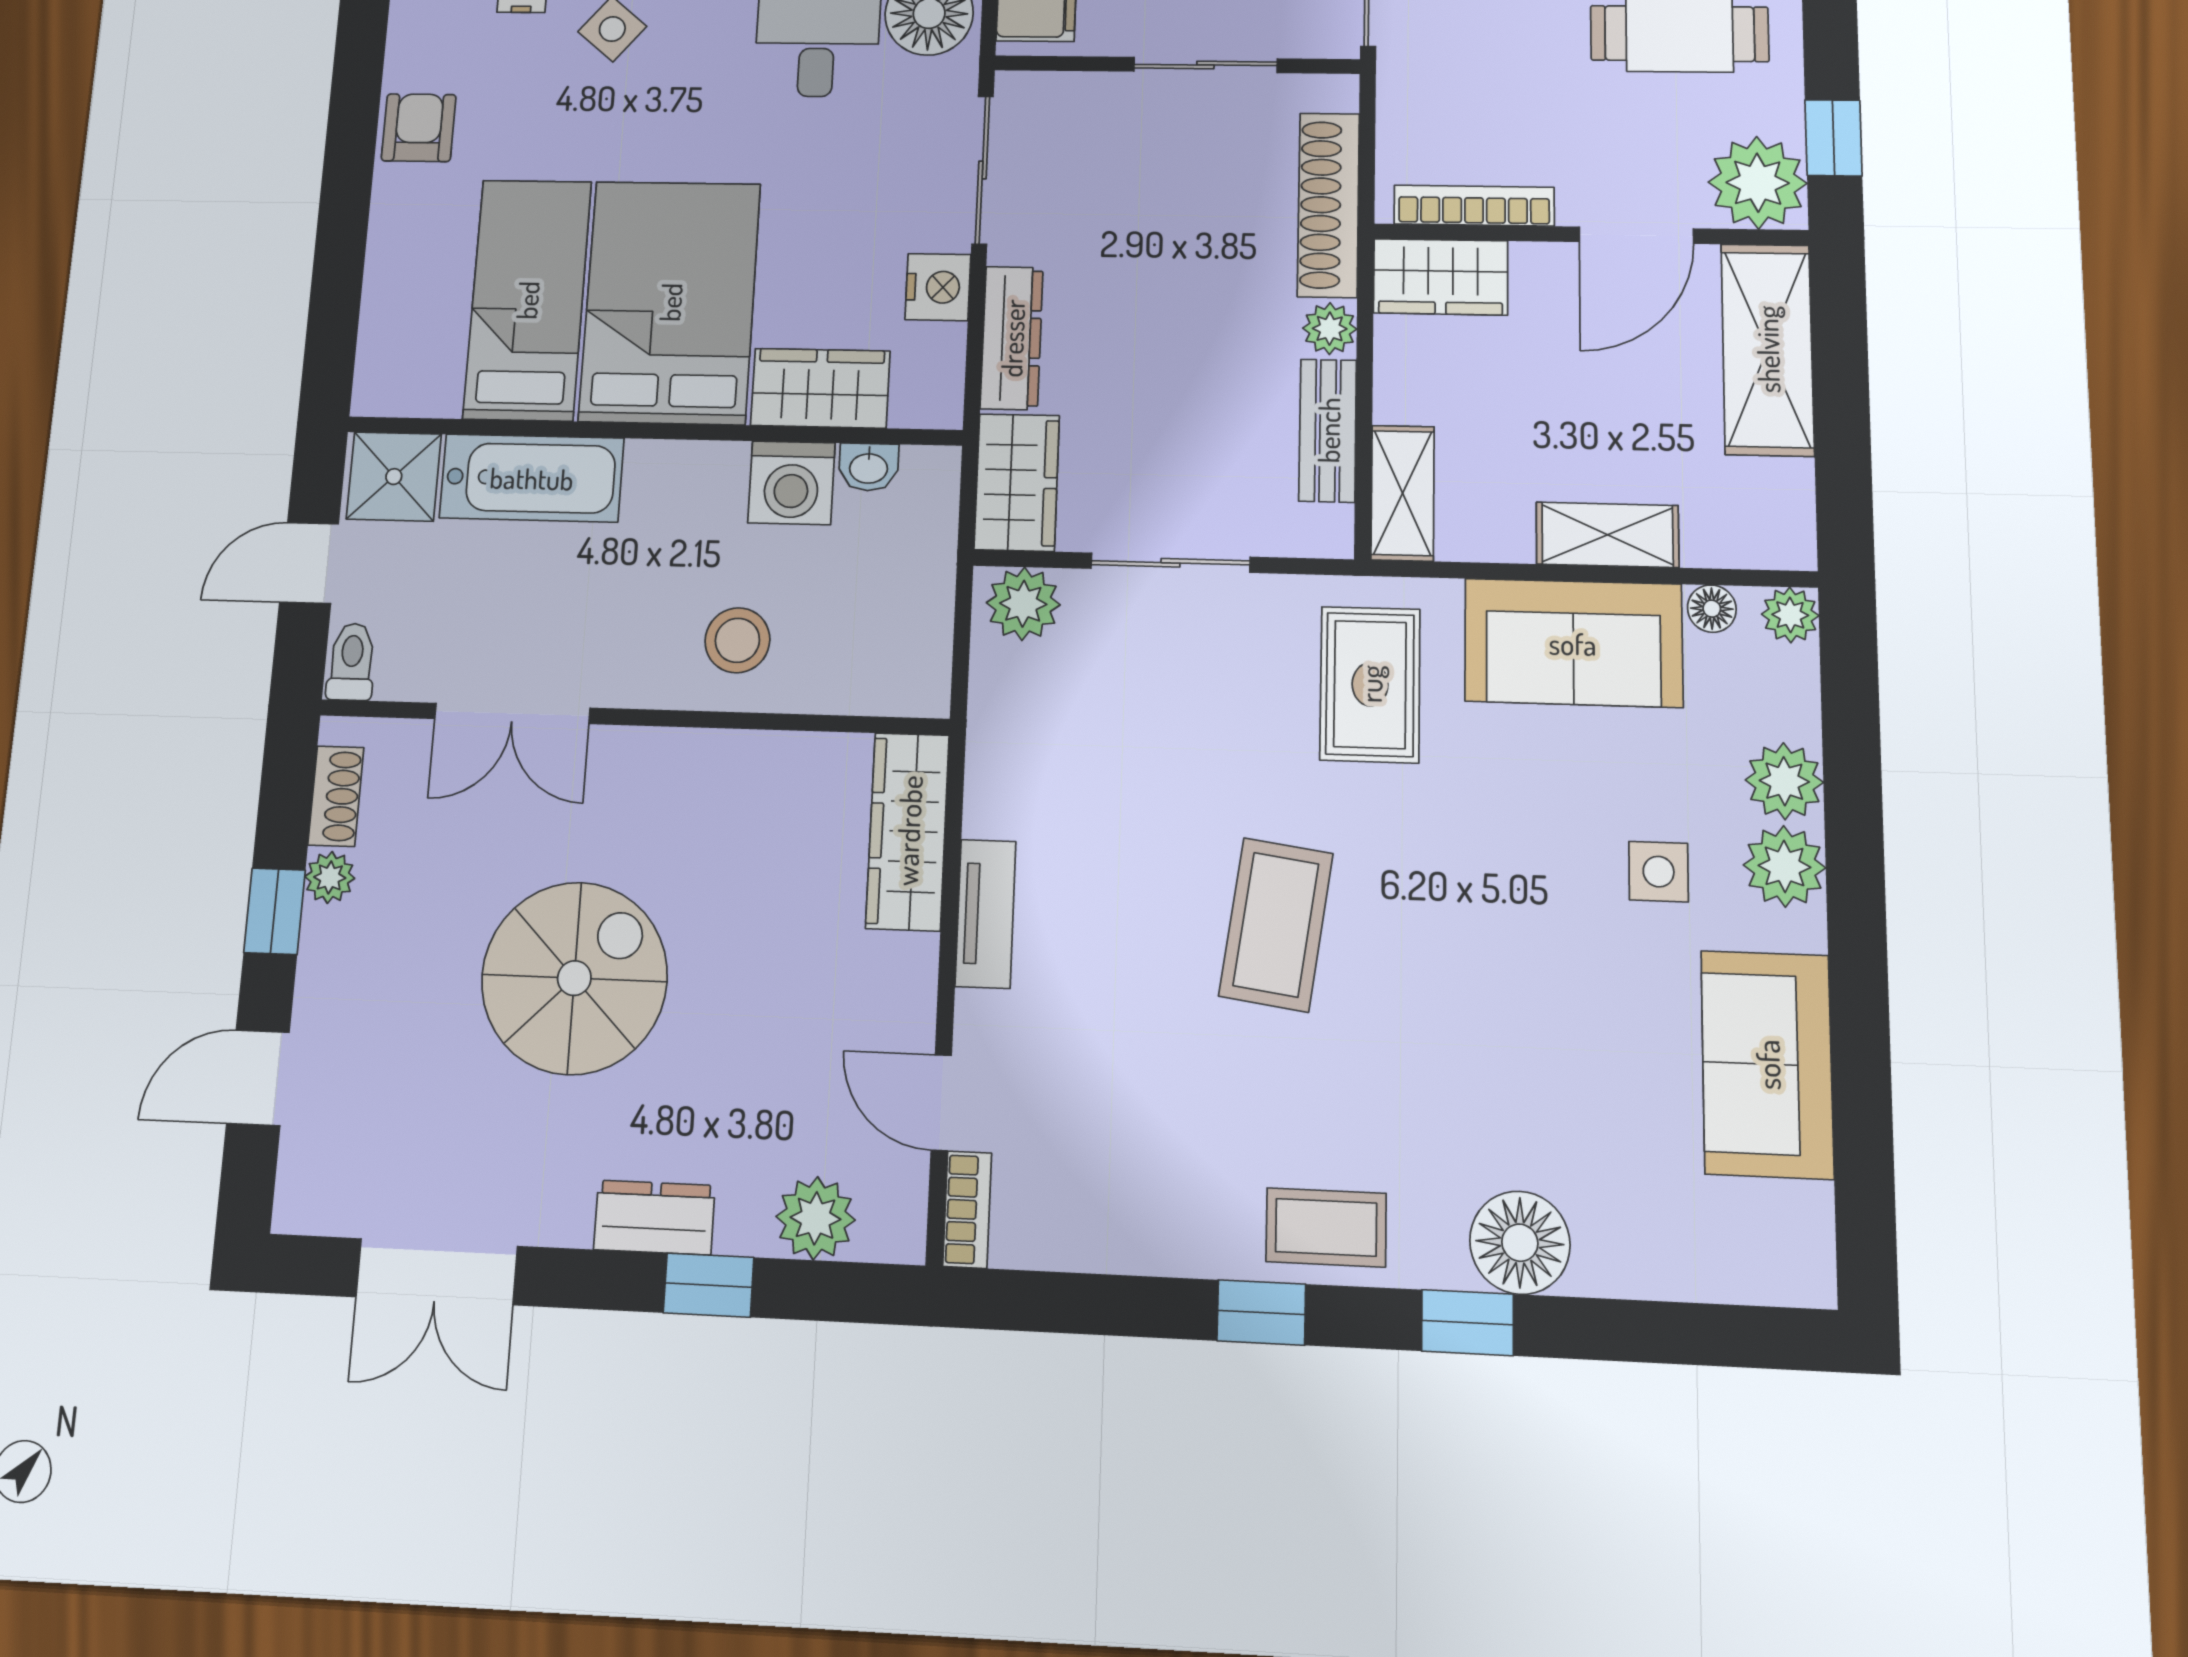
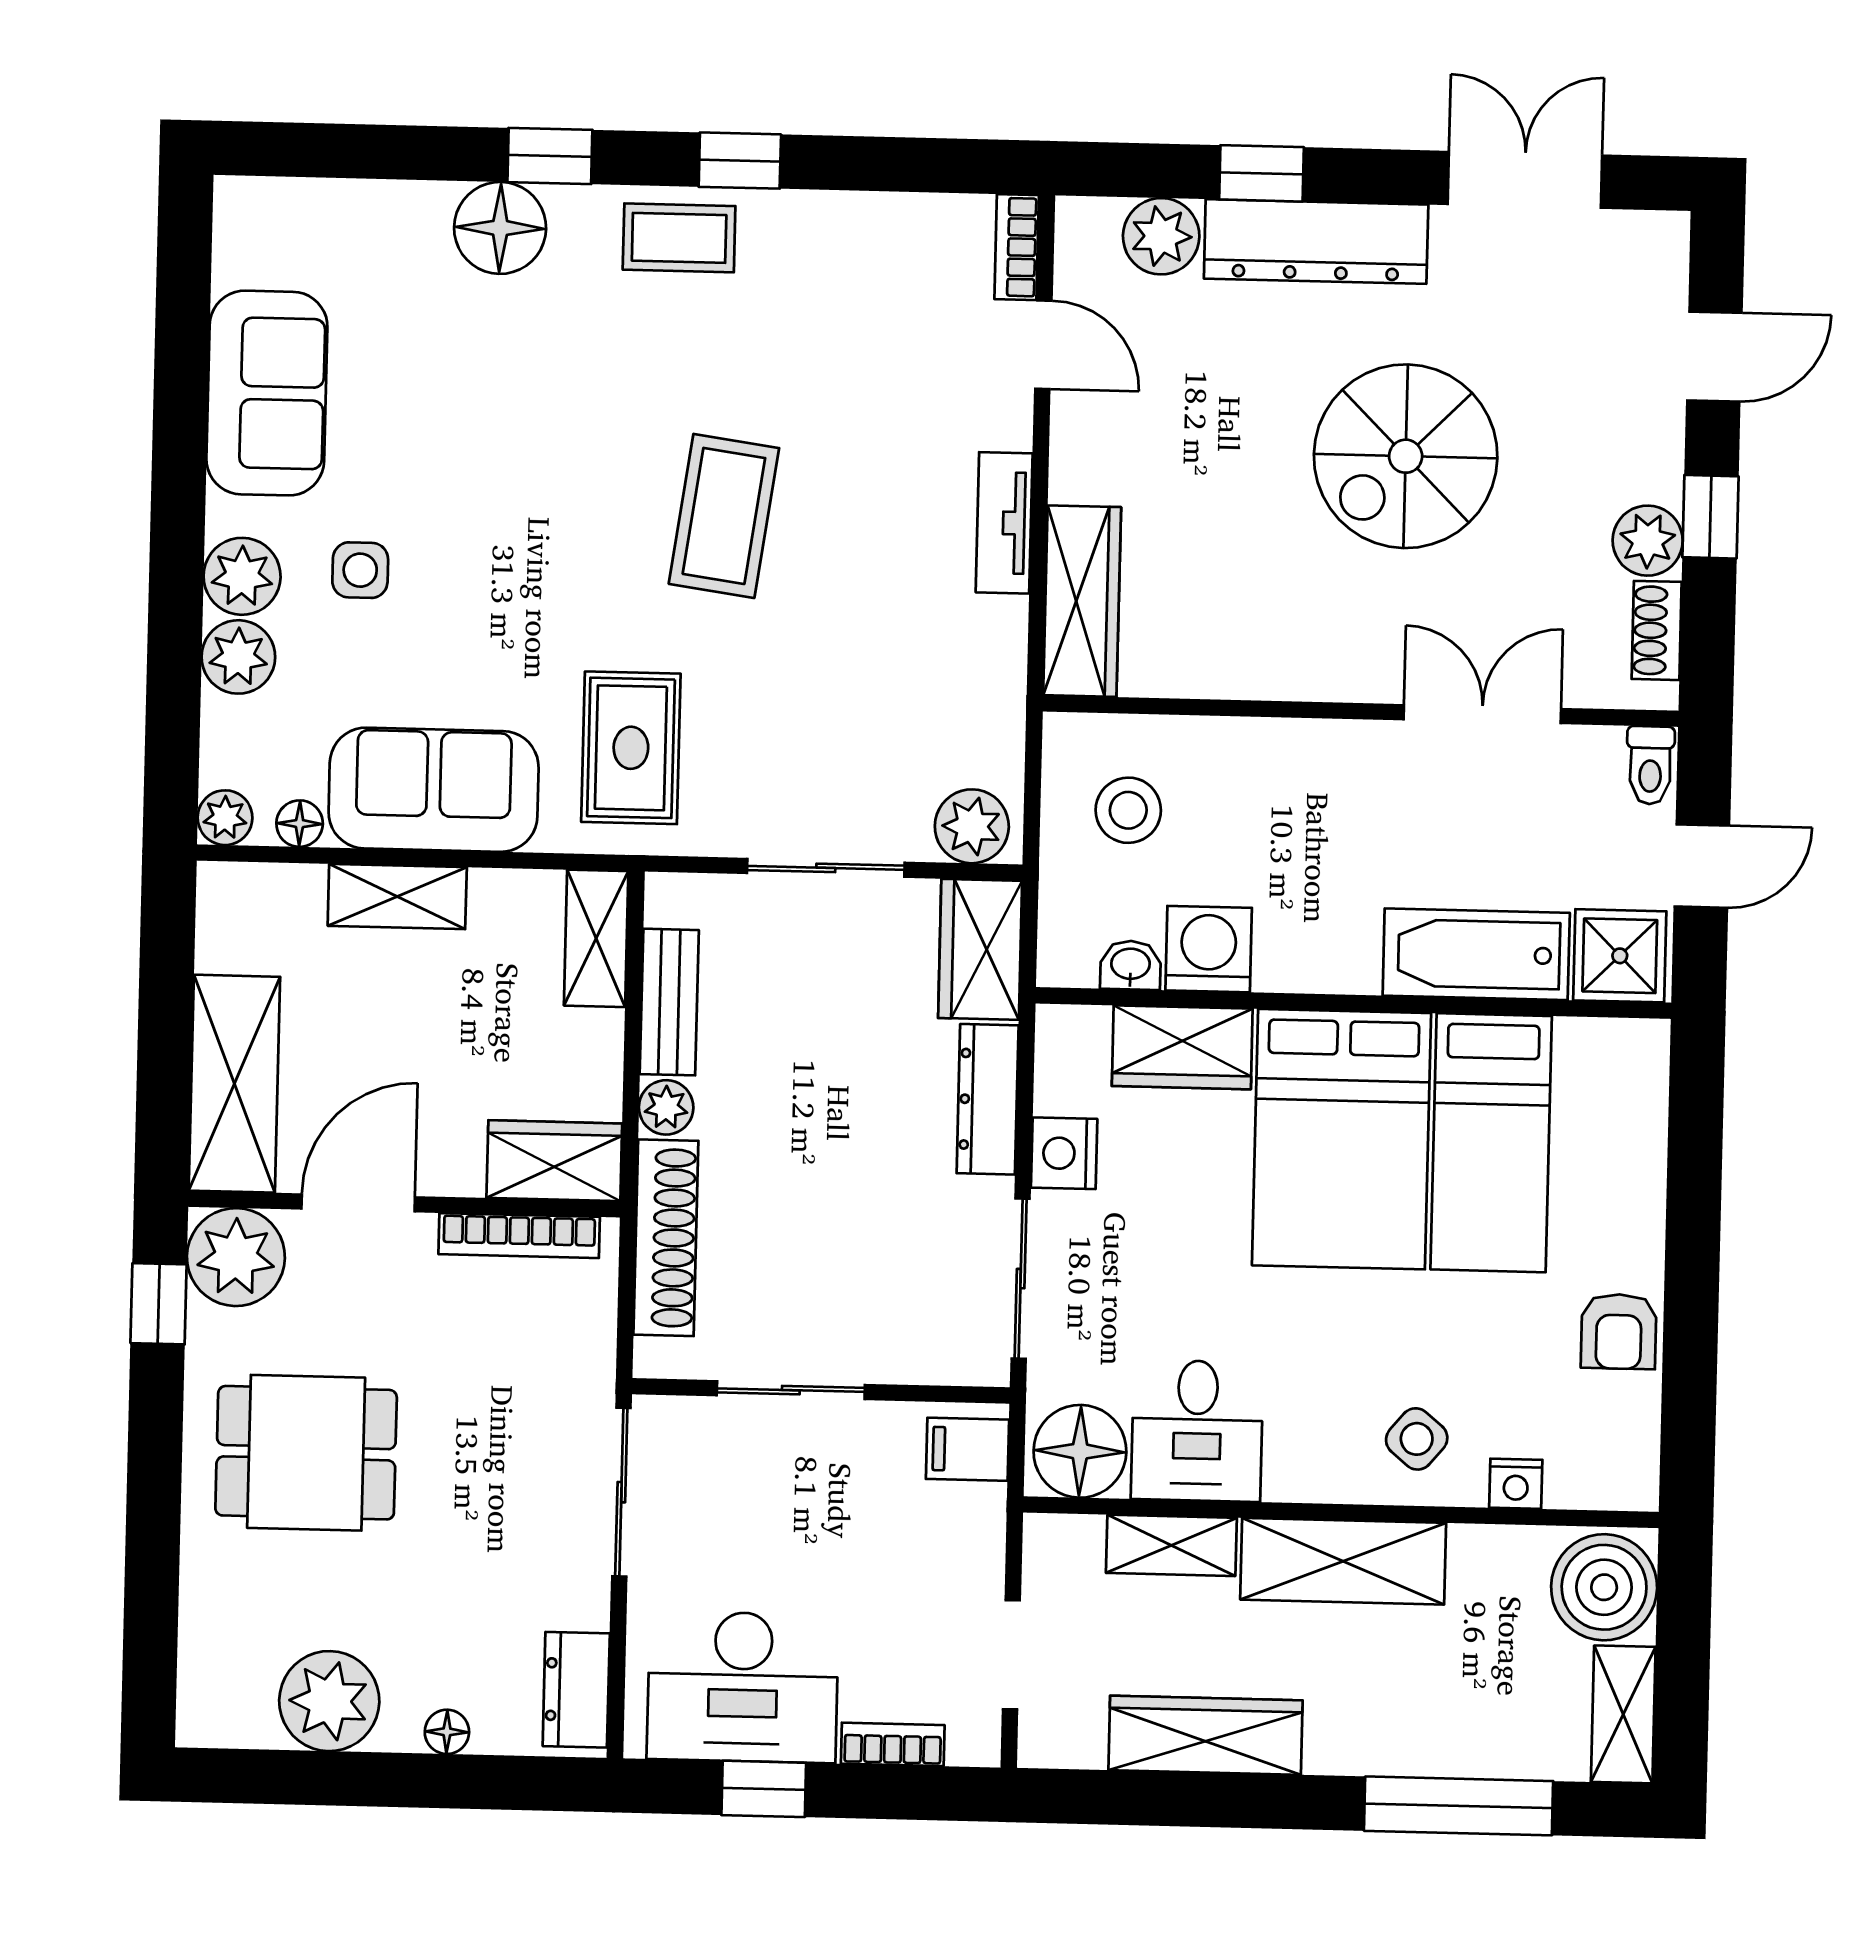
stool: (737, 640) -> (1128, 810), moved
plant: (330, 877) -> (1648, 541), width x1.38, depth x1.38
dresser: (654, 1217) -> (1316, 242), width x1.96, depth x1.24

